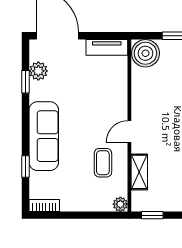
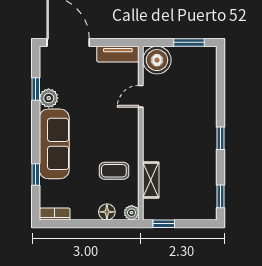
plant: (38, 71) -> (49, 98), moved
door: (129, 132) -> (141, 96), moved
coffee table: (103, 163) -> (114, 171), turned 90
floor lamp: (96, 203) -> (107, 212), added

